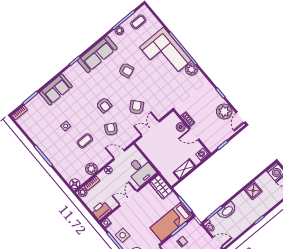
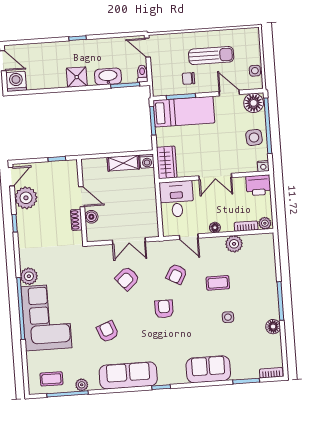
washing machine: (202, 155) -> (147, 161), moved
floor lamp: (75, 184) -> (273, 327), moved
shower: (253, 191) -> (77, 77), moved

